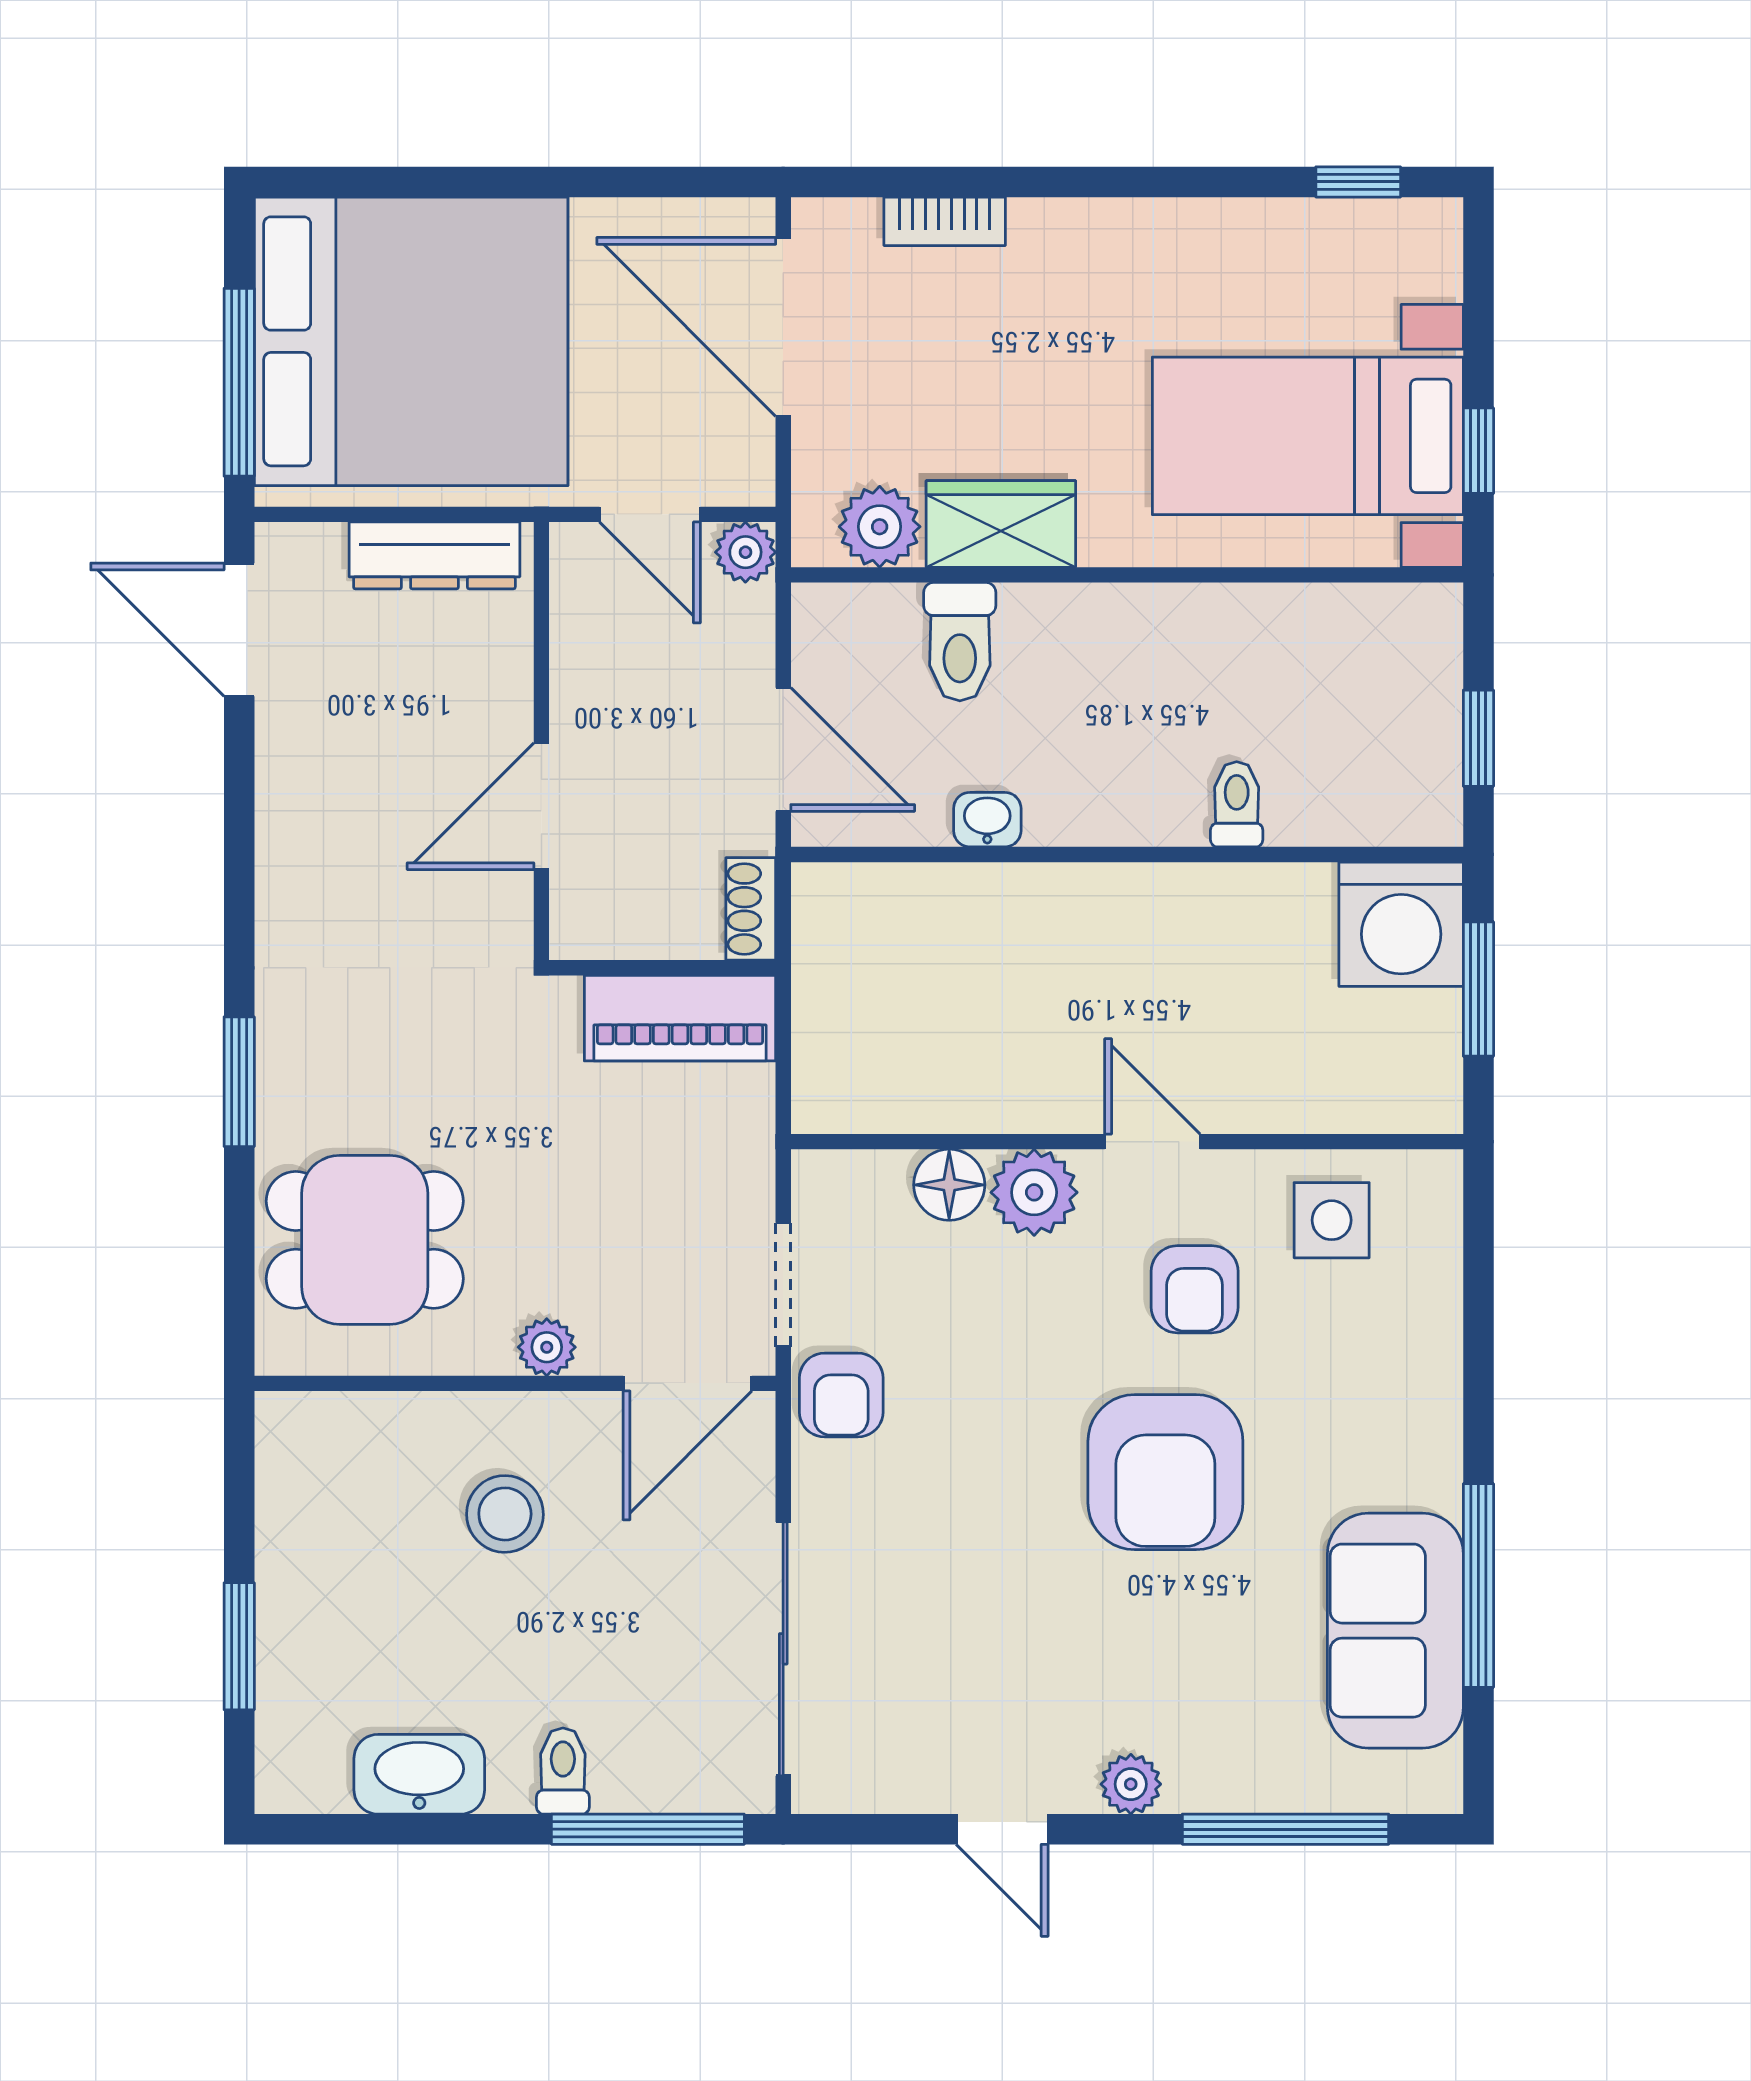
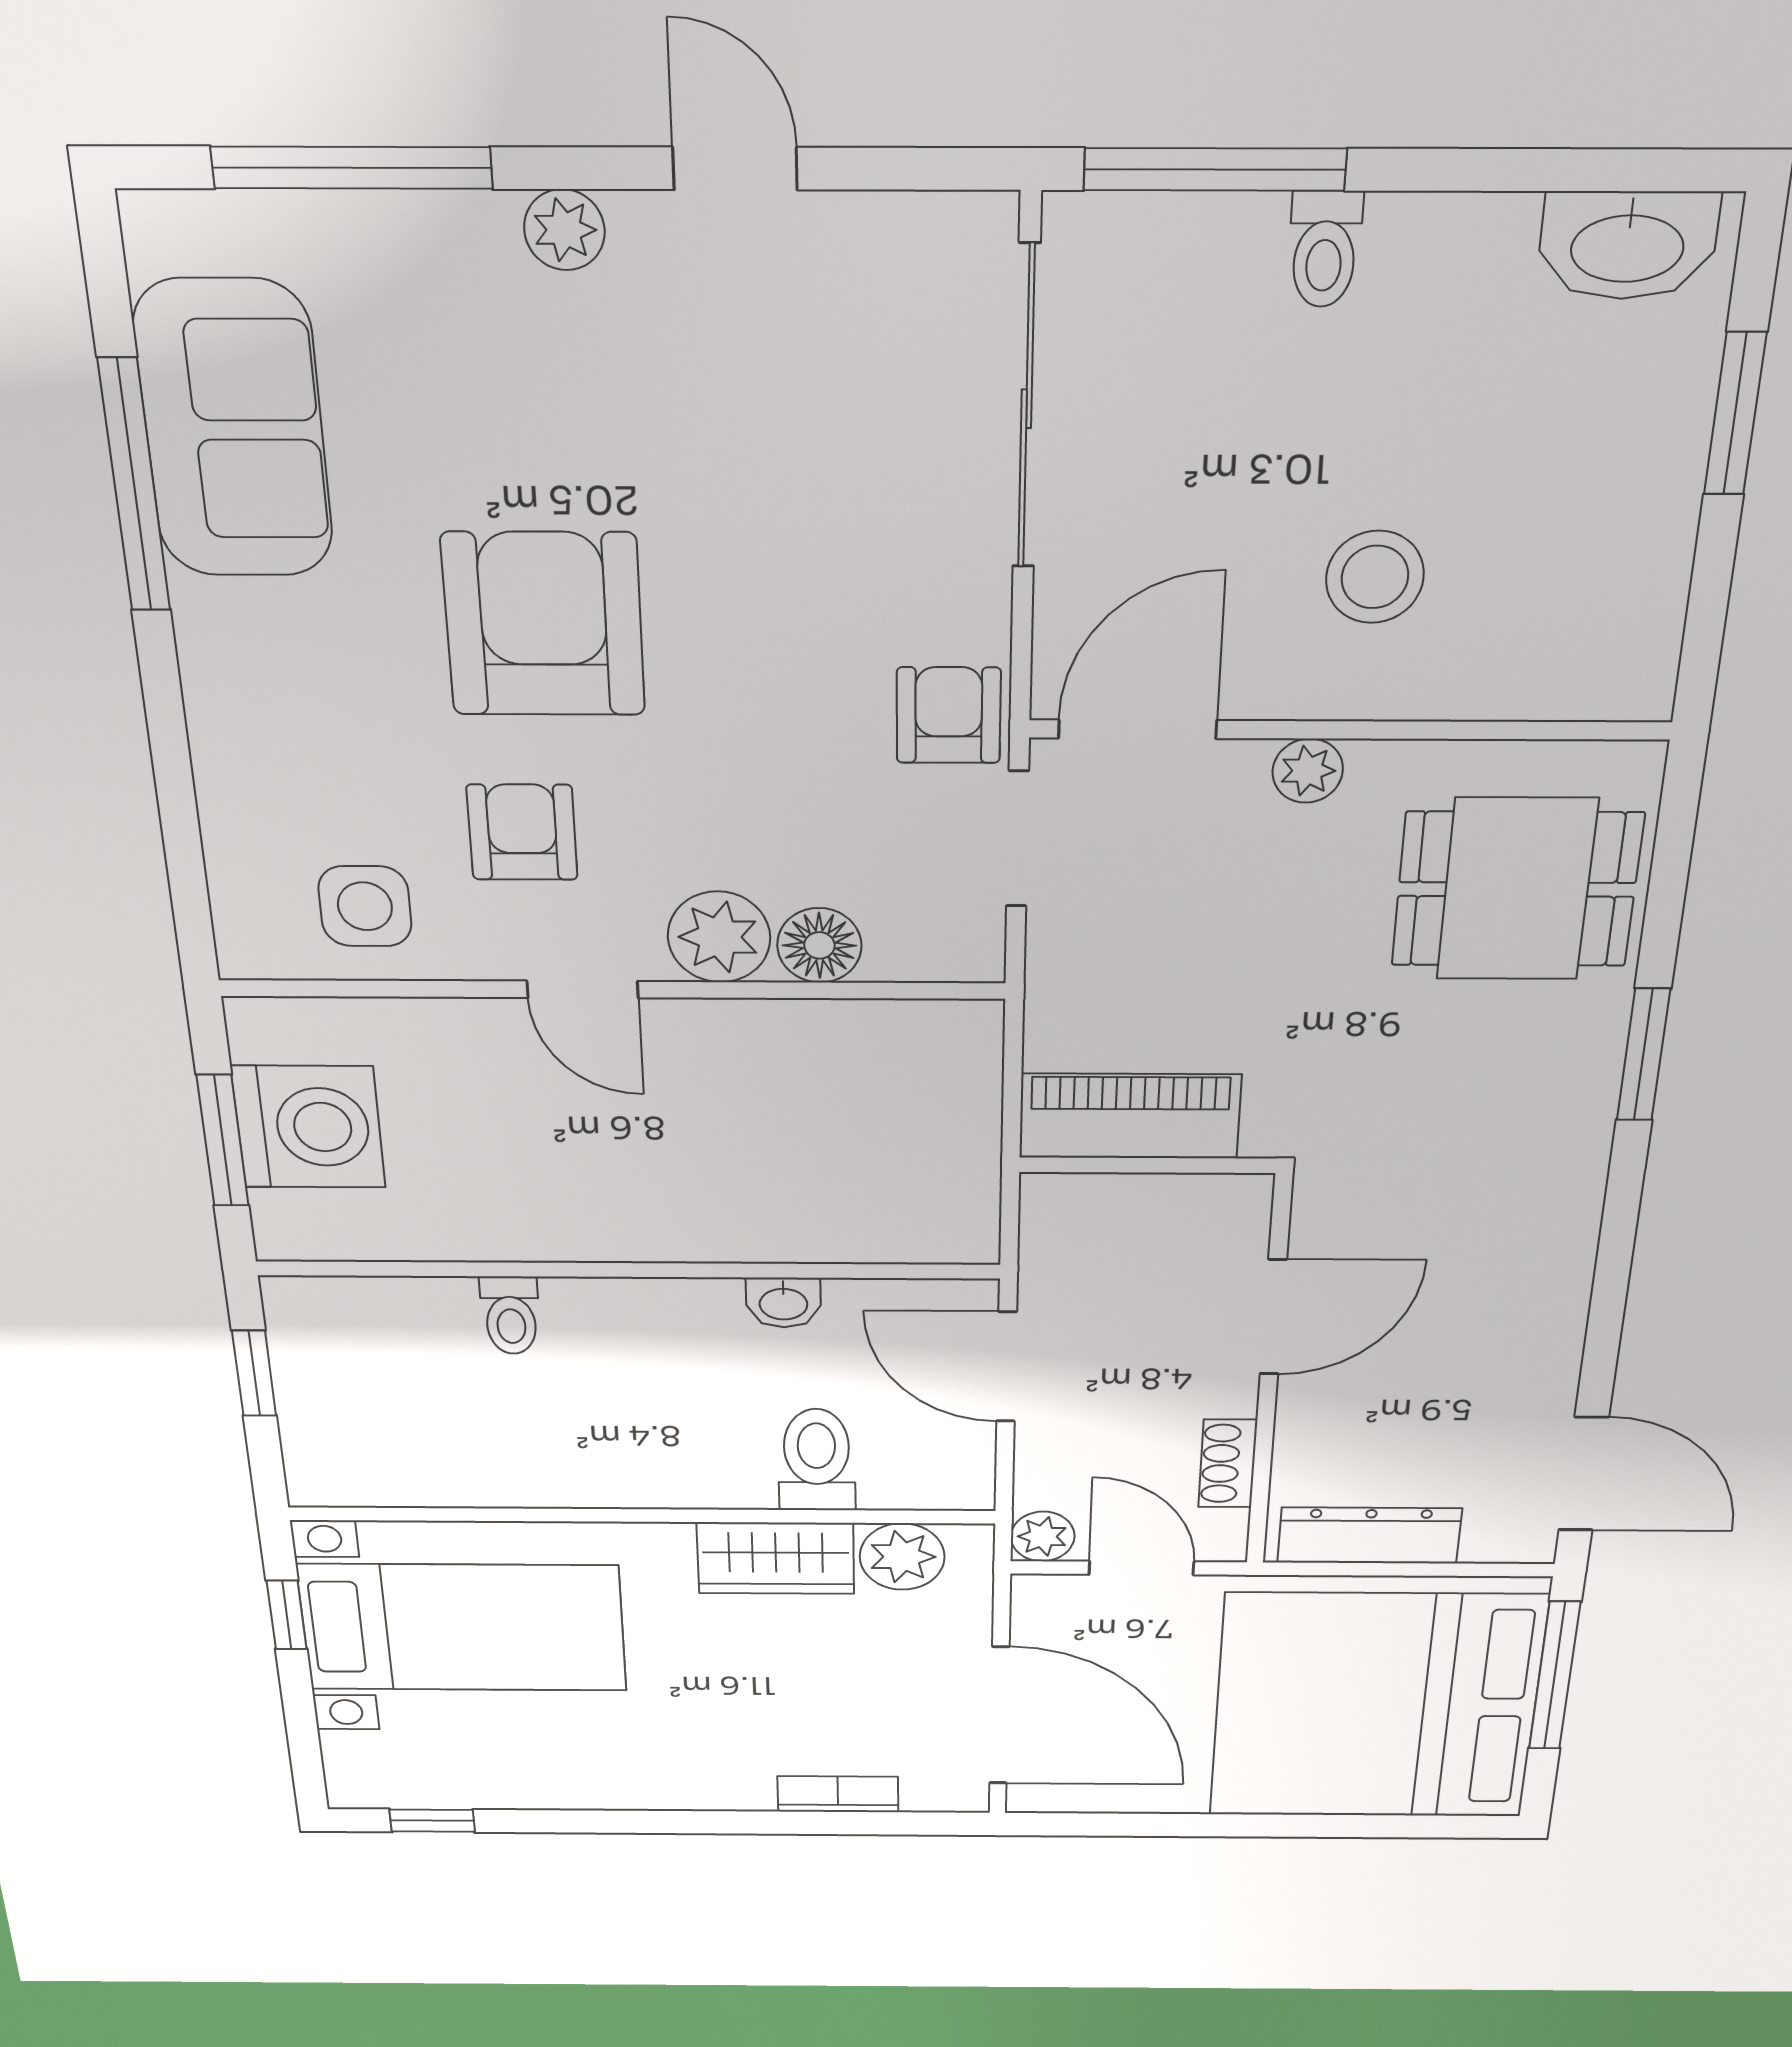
shoe rack: (751, 909) -> (1228, 1464), moved, turned 180
washing machine: (1401, 924) -> (309, 1127), moved, turned 90
washbasin: (419, 1774) -> (1628, 245), moved

